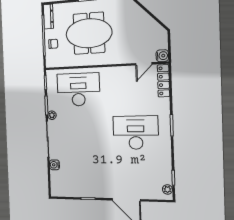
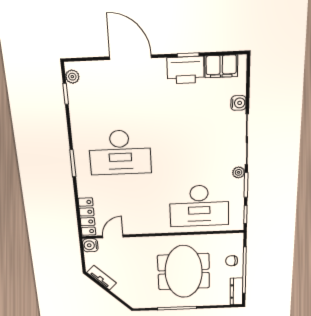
tv unit: (155, 26) -> (102, 278), added
meeting table: (89, 33) -> (184, 272), turned 90
printer: (90, 189) -> (186, 70), added
filing cabinet: (67, 190) -> (221, 66), added

